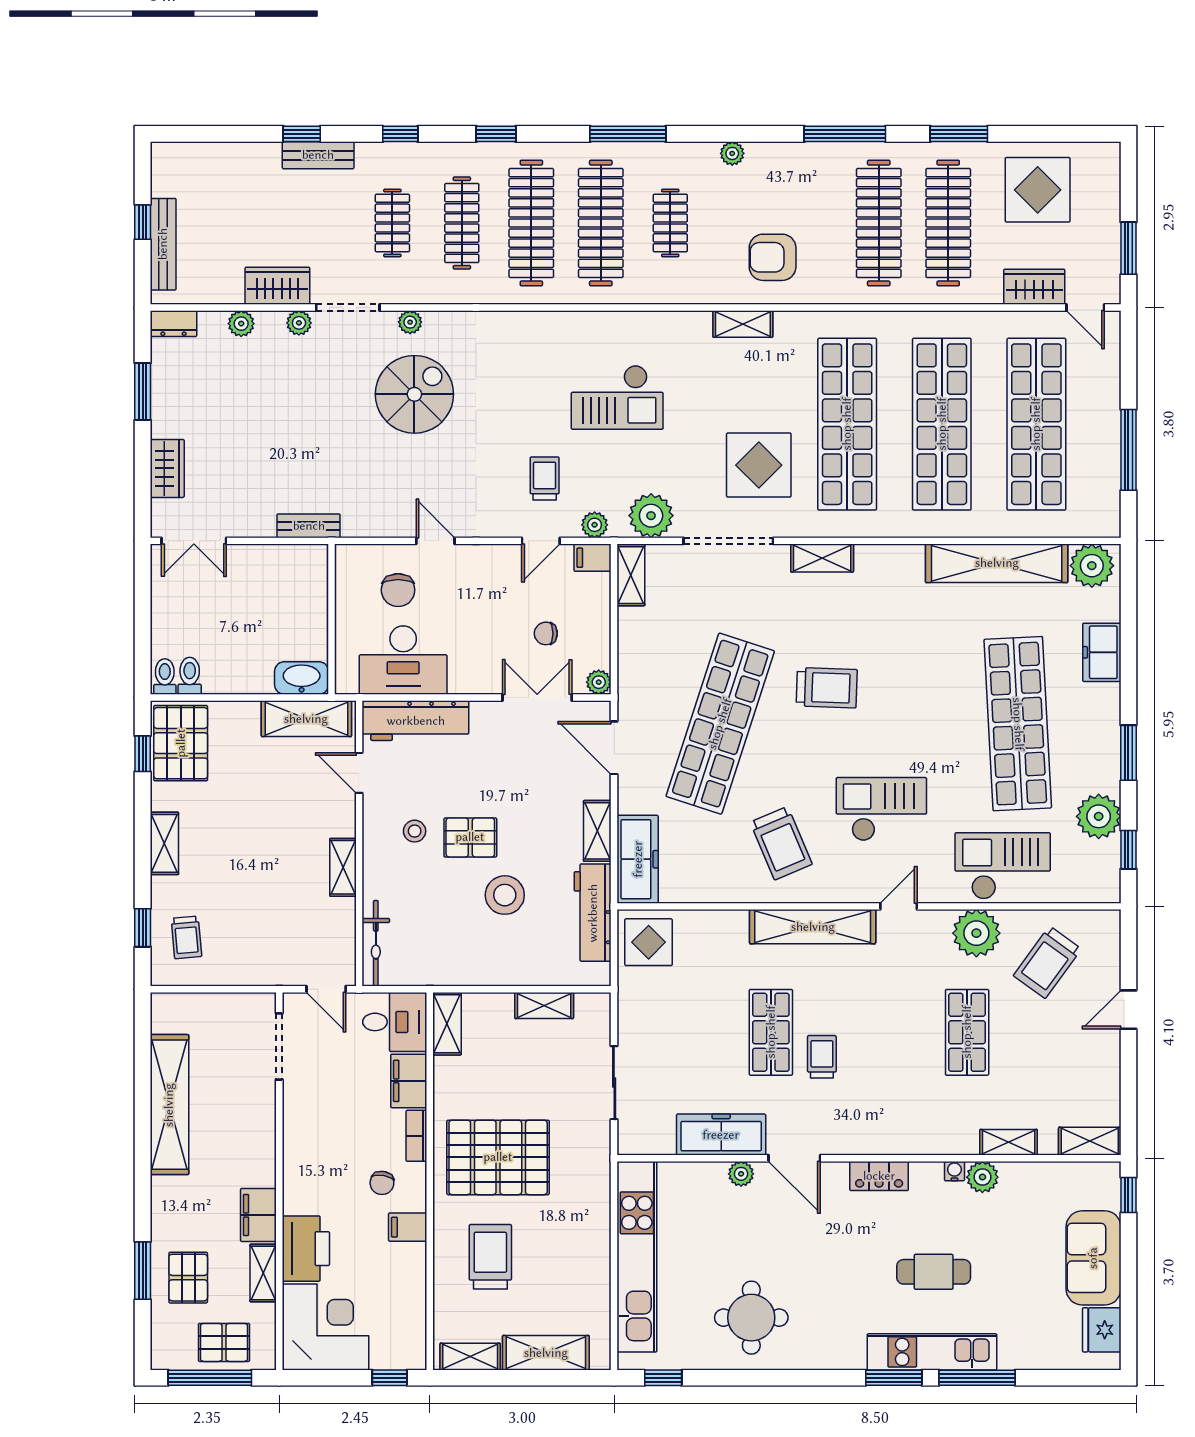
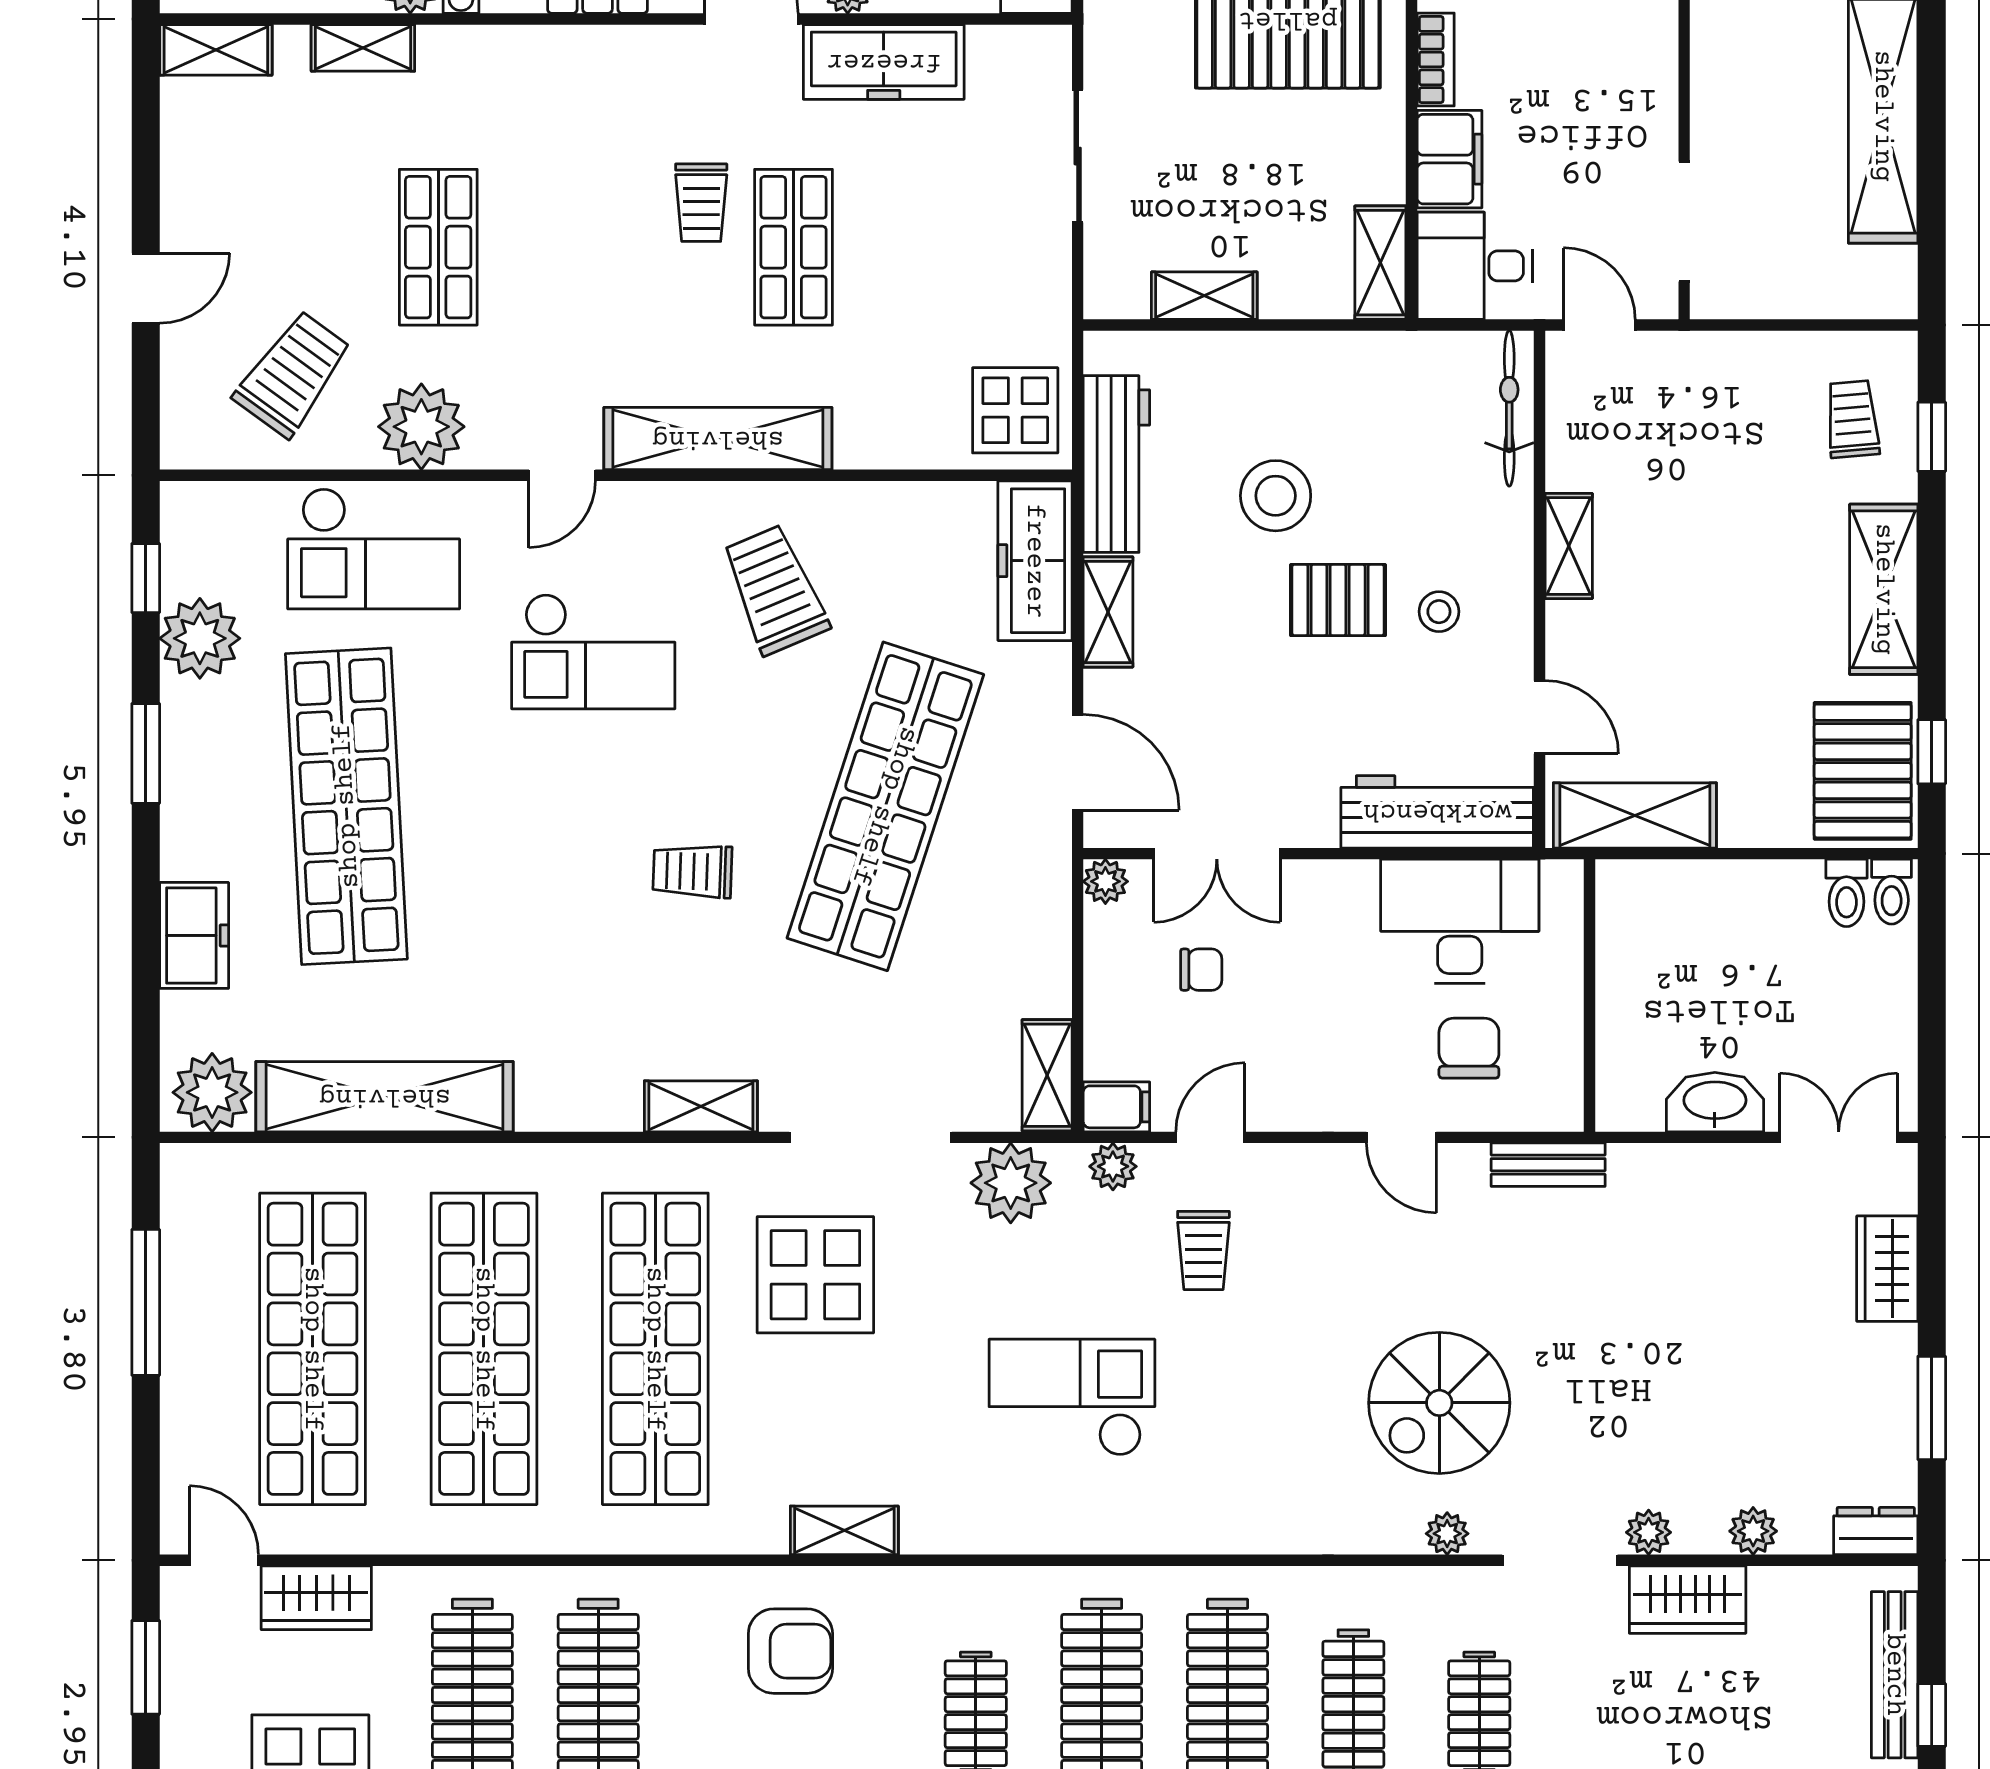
bench: (309, 526) -> (1548, 1165), moved
washbasin: (302, 678) -> (1715, 1102), moved, turned 180
trolley: (827, 688) -> (692, 871), width x0.73, depth x0.72
shelving: (164, 843) -> (1884, 589), width x1.50, depth x1.33

